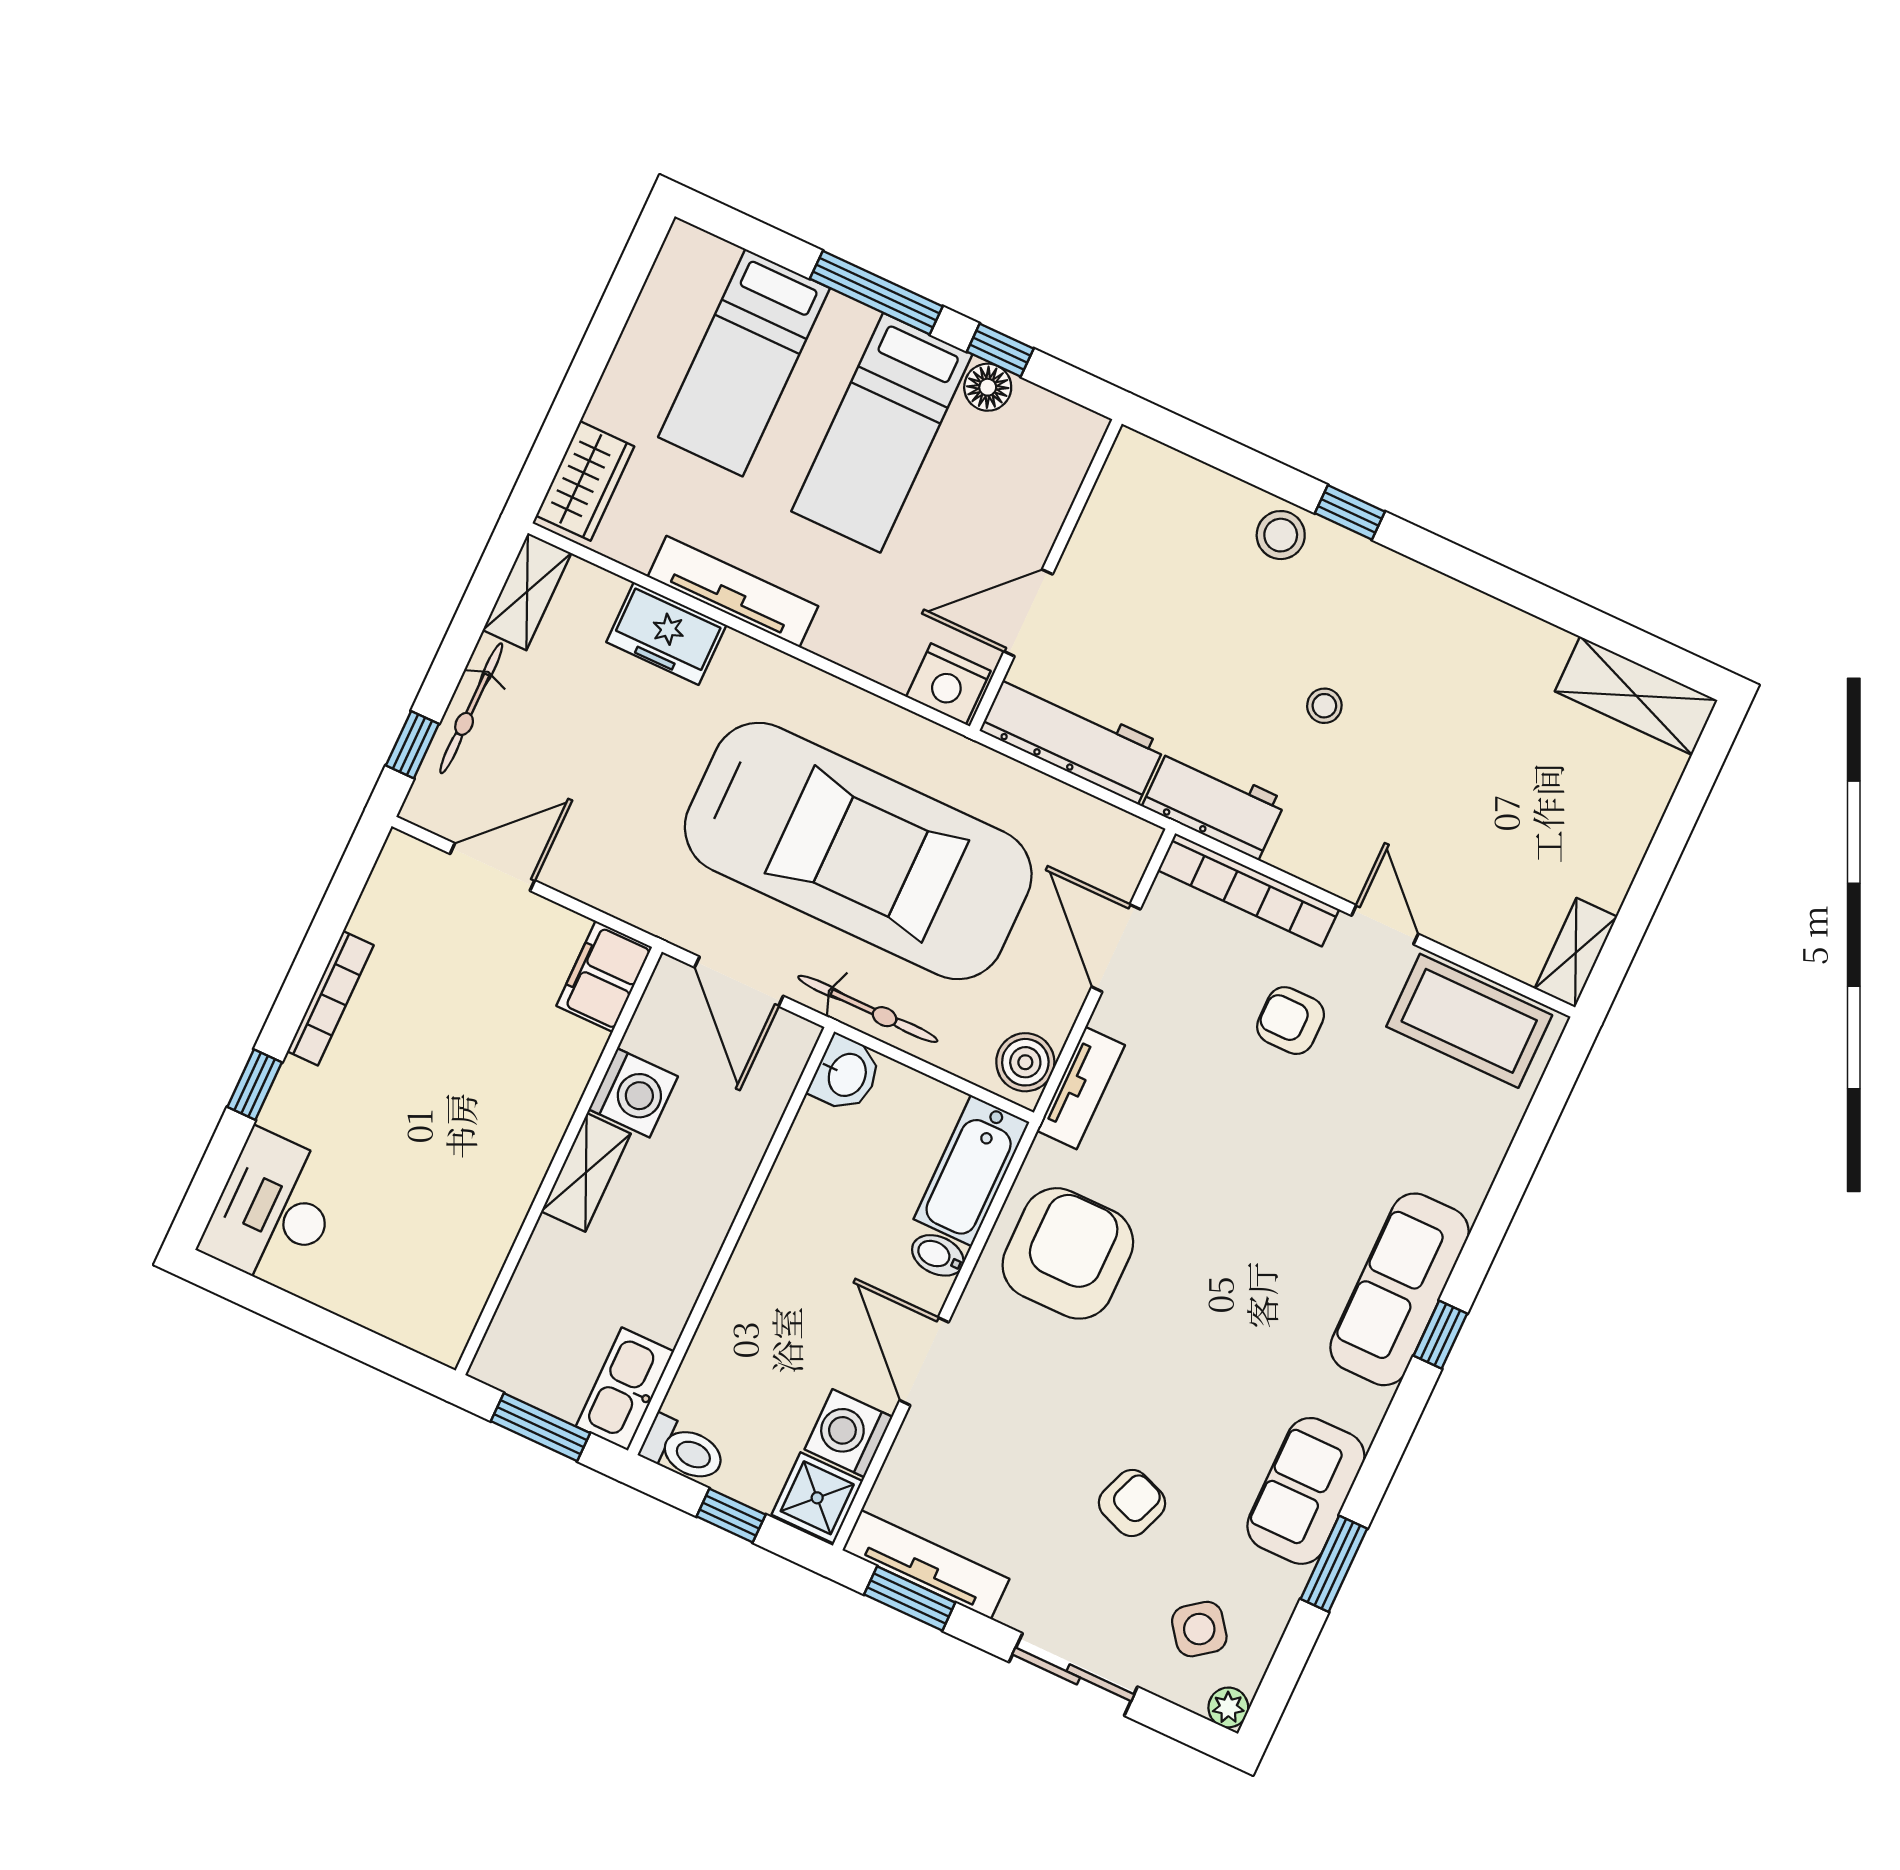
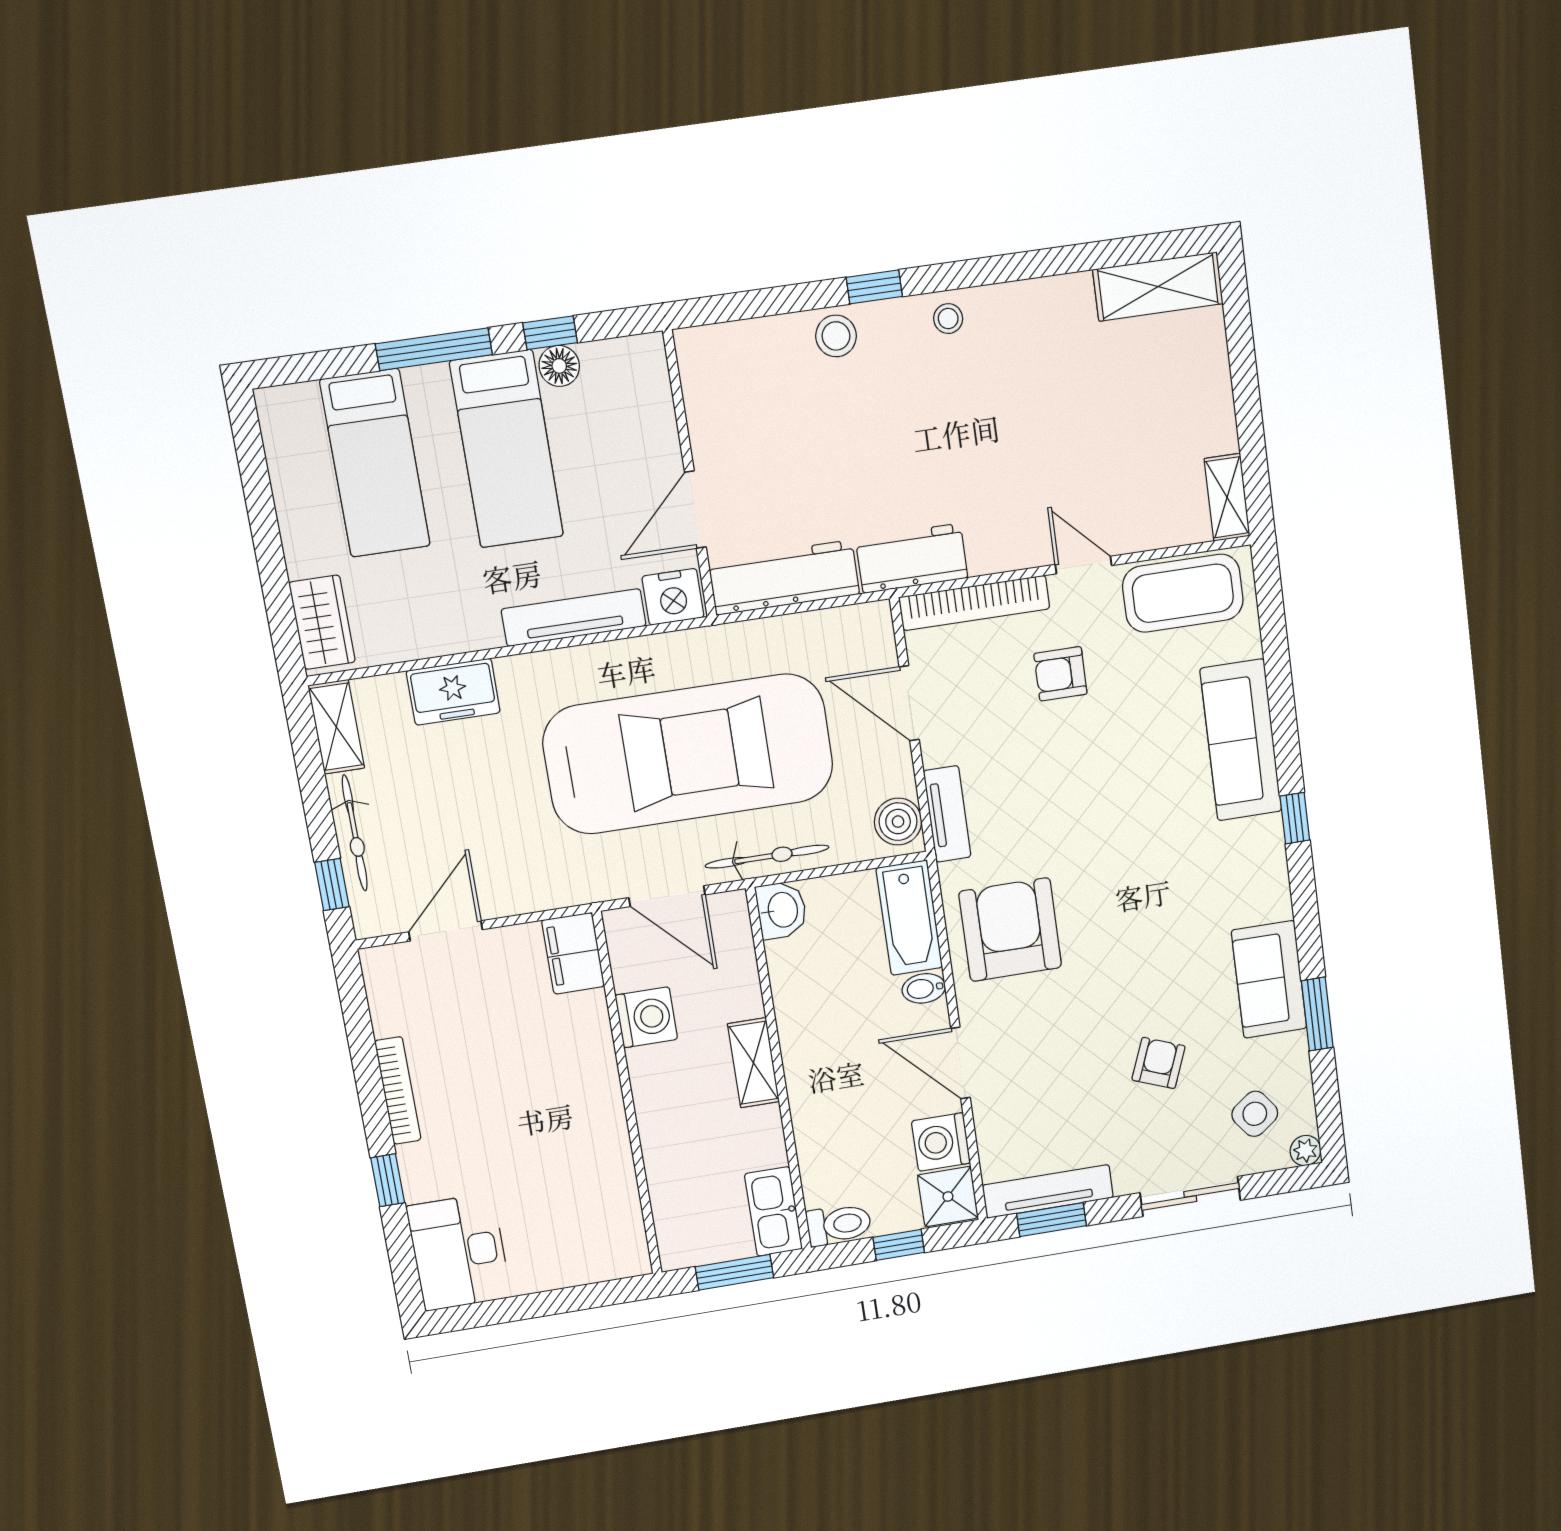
tv unit: (733, 591) -> (574, 618), moved
stool: (1324, 706) -> (948, 319), moved
shelving: (586, 1172) -> (753, 1063), moved
sofa: (1400, 1289) -> (1241, 740), moved

